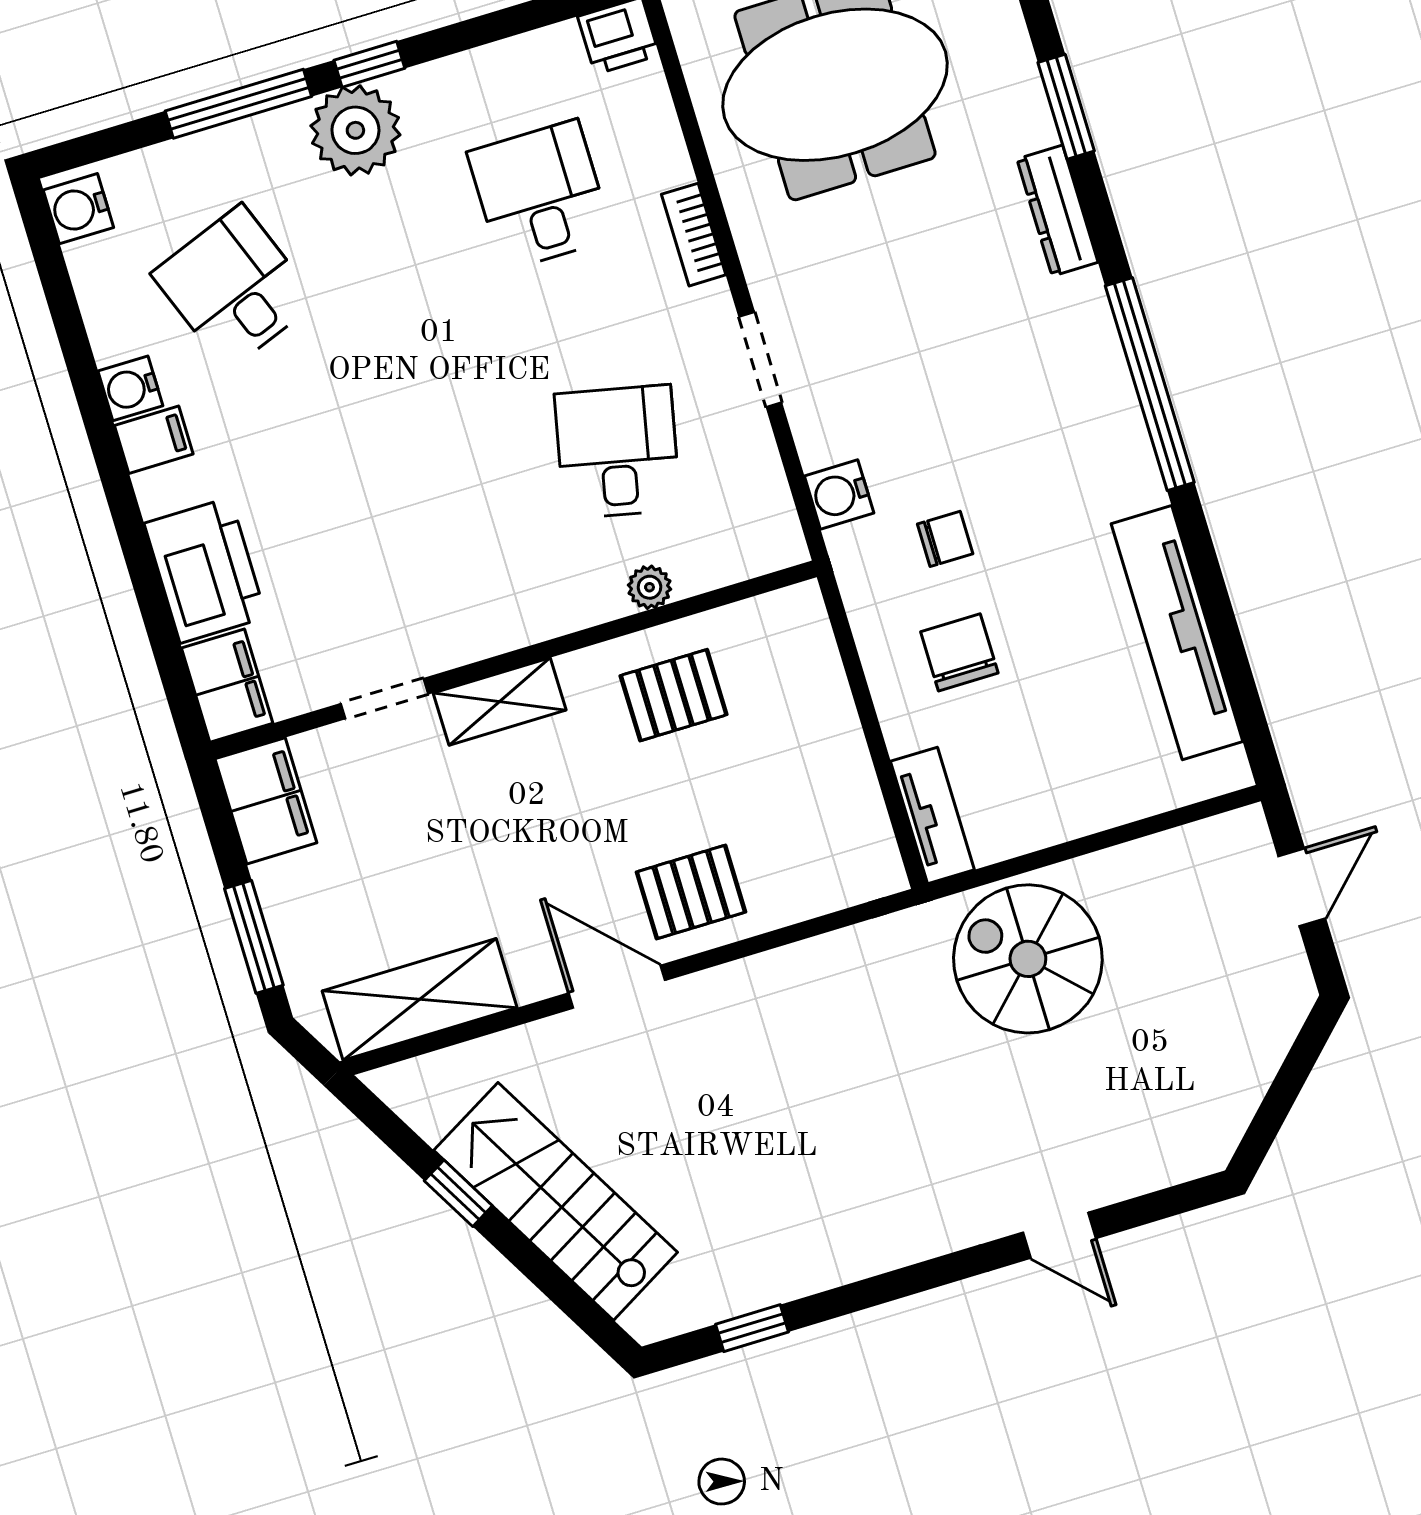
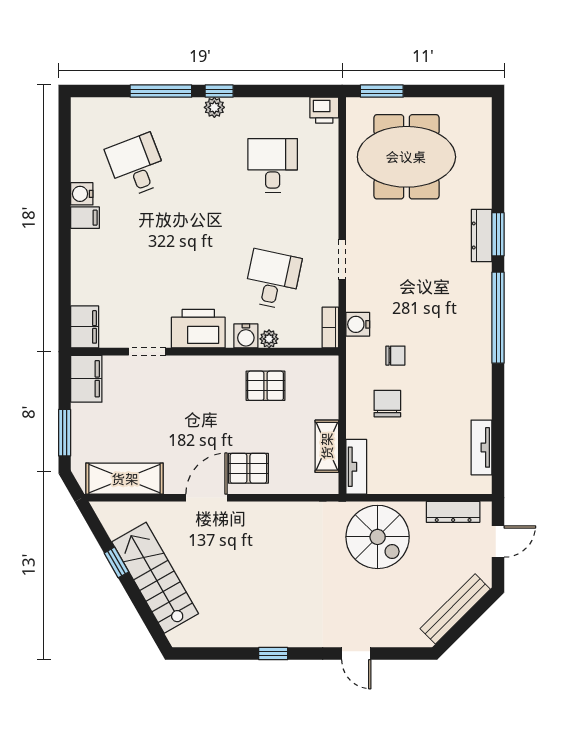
window: (1066, 107) -> (498, 234), moved
plant: (355, 130) -> (214, 107), width x0.53, depth x0.53
water cooler: (78, 209) -> (246, 336), moved, turned -90
bookcase: (694, 235) -> (330, 328), moved
printer: (205, 570) -> (198, 329), moved, turned -90
tv unit: (1177, 633) -> (481, 447), width x0.52, depth x0.78
shelving: (500, 701) -> (327, 446), moved, turned 90
dresser: (1181, 851) -> (453, 512), added
spiral stairs: (1028, 959) -> (378, 537), turned 180
door: (617, 987) -> (207, 498), hinge flipped
bench: (1251, 1068) -> (455, 609), added
window: (752, 1328) -> (273, 654), moved

